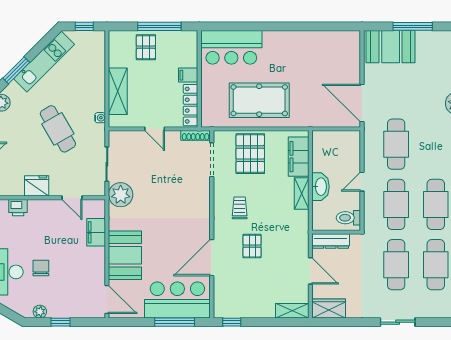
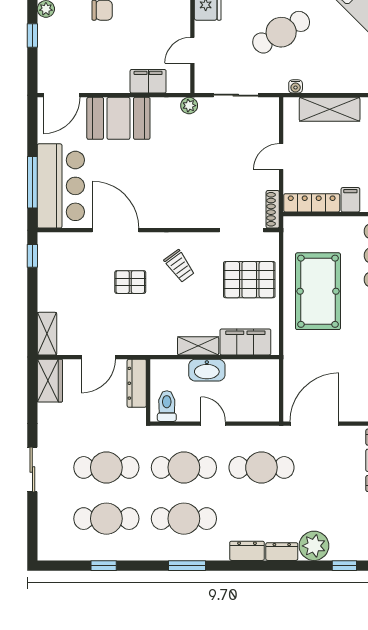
plant: (121, 195) -> (189, 106), width x0.53, depth x0.53
trolley: (240, 208) -> (179, 266), turned 54

